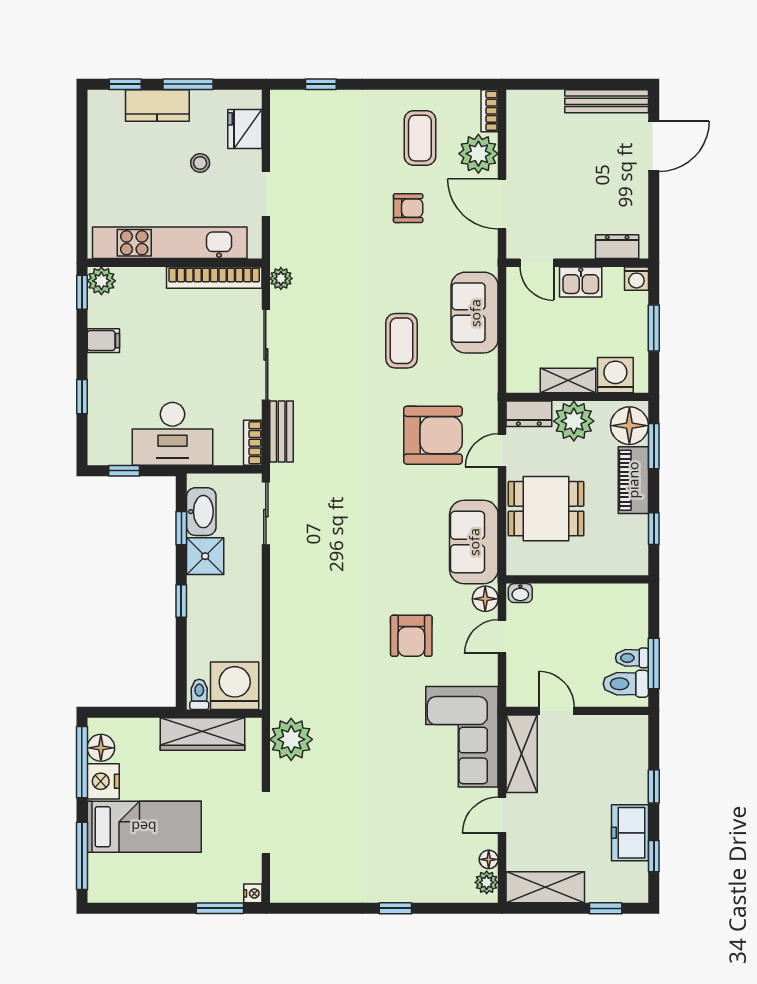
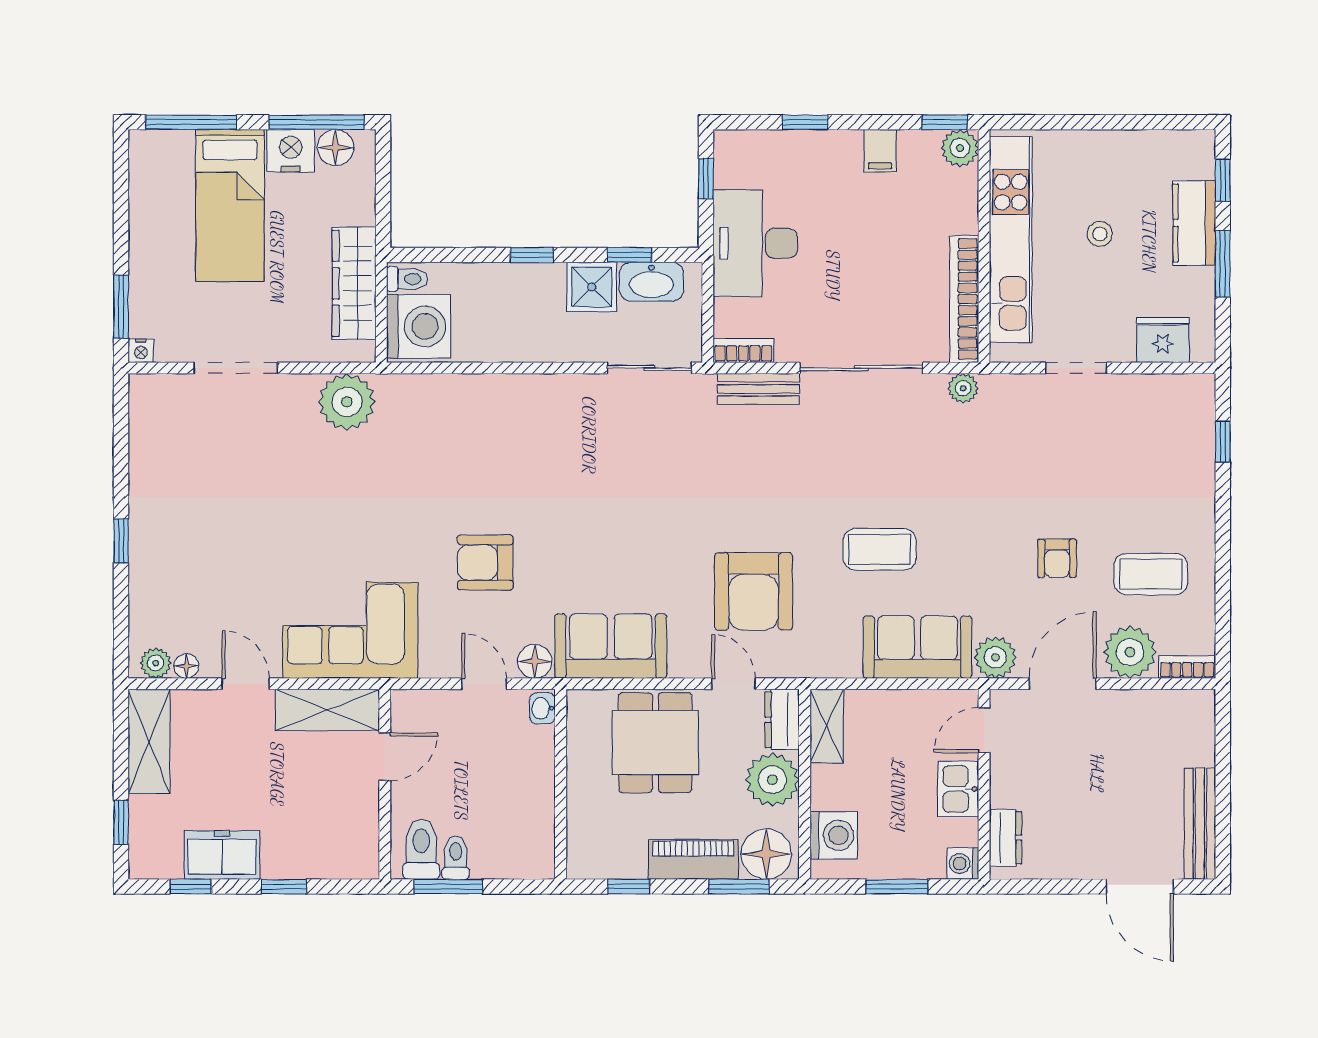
stool: (200, 163) -> (1100, 234), moved
plant: (482, 254) -> (995, 657), added
shelving: (568, 380) -> (827, 726), moved

